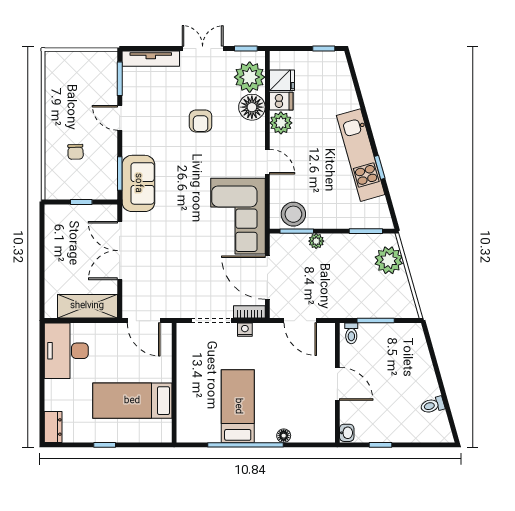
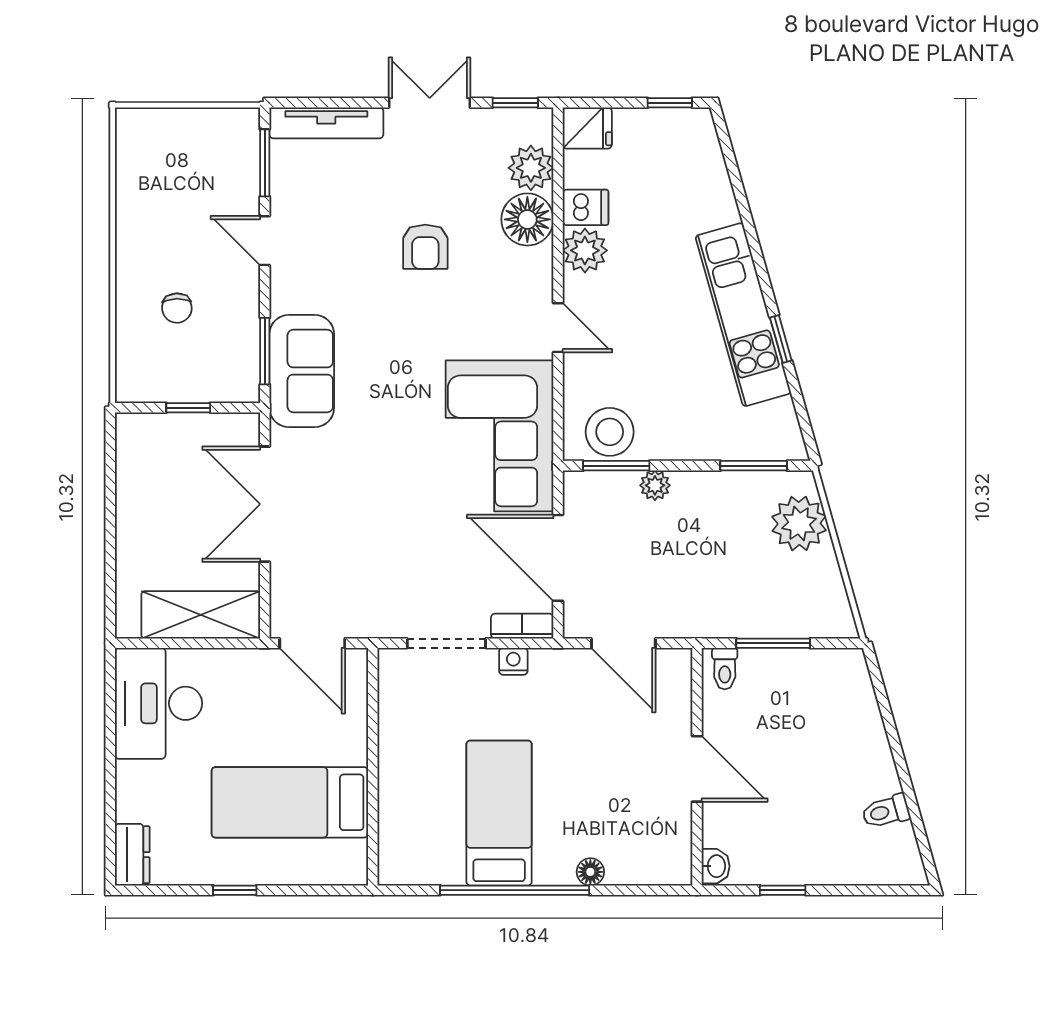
plant: (250, 77) -> (531, 168), width x0.73, depth x0.73
fridge: (282, 80) -> (587, 128), moved

